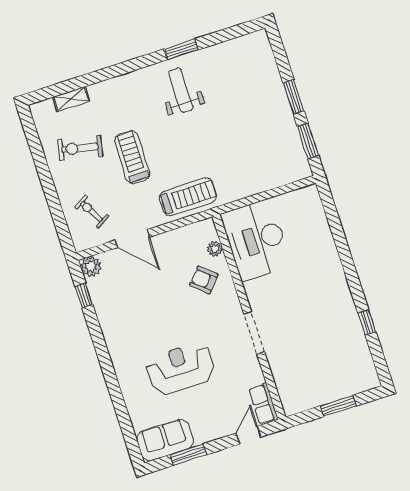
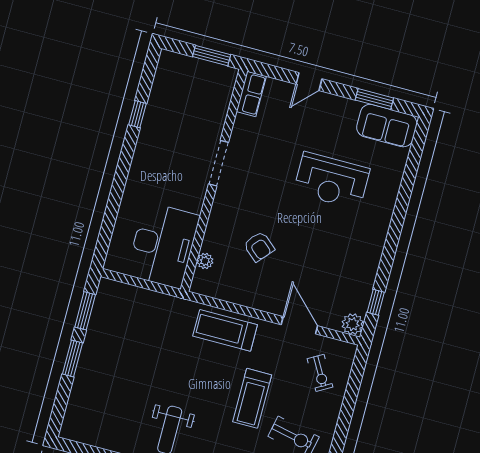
desk: (256, 240) -> (163, 245), moved
plant: (215, 249) -> (205, 261), moved
wall: (249, 317) -> (214, 180), moved
doorway: (254, 333) -> (218, 163), moved
row of seats: (263, 404) -> (251, 94), moved

